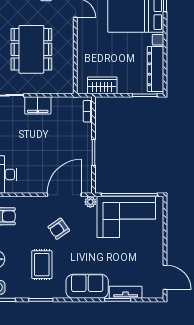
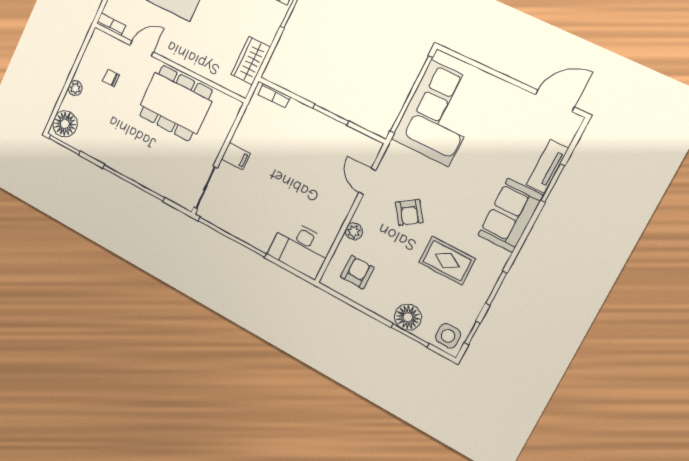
dining table: (31, 49) -> (176, 103), moved
filing cabinet: (38, 105) -> (236, 156), width x0.50
door: (64, 195) -> (367, 181), width x0.53
plant: (90, 202) -> (354, 231), moved

